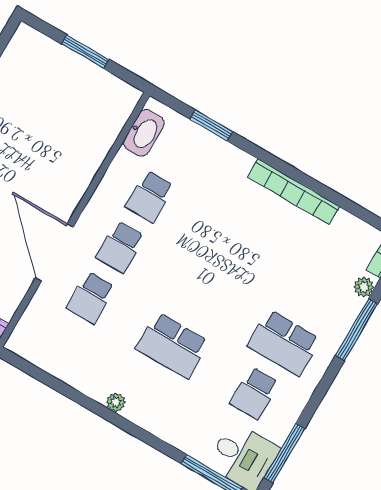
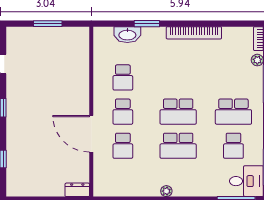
window: (211, 125) -> (147, 24), moved
washbasin: (144, 133) -> (127, 35), moved, turned 90
school desk: (202, 295) -> (178, 112), added

